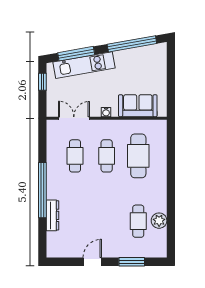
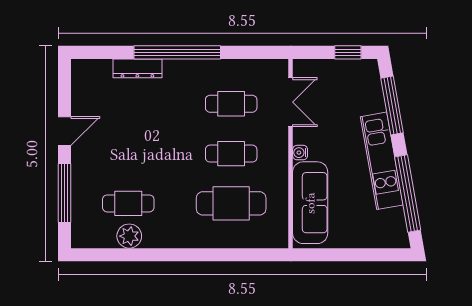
kitchen unit: (84, 65) -> (382, 161), moved
sofa: (138, 106) -> (310, 203), width x1.36
door: (92, 262) -> (65, 131), hinge flipped
window: (132, 262) -> (65, 193), width x1.44

